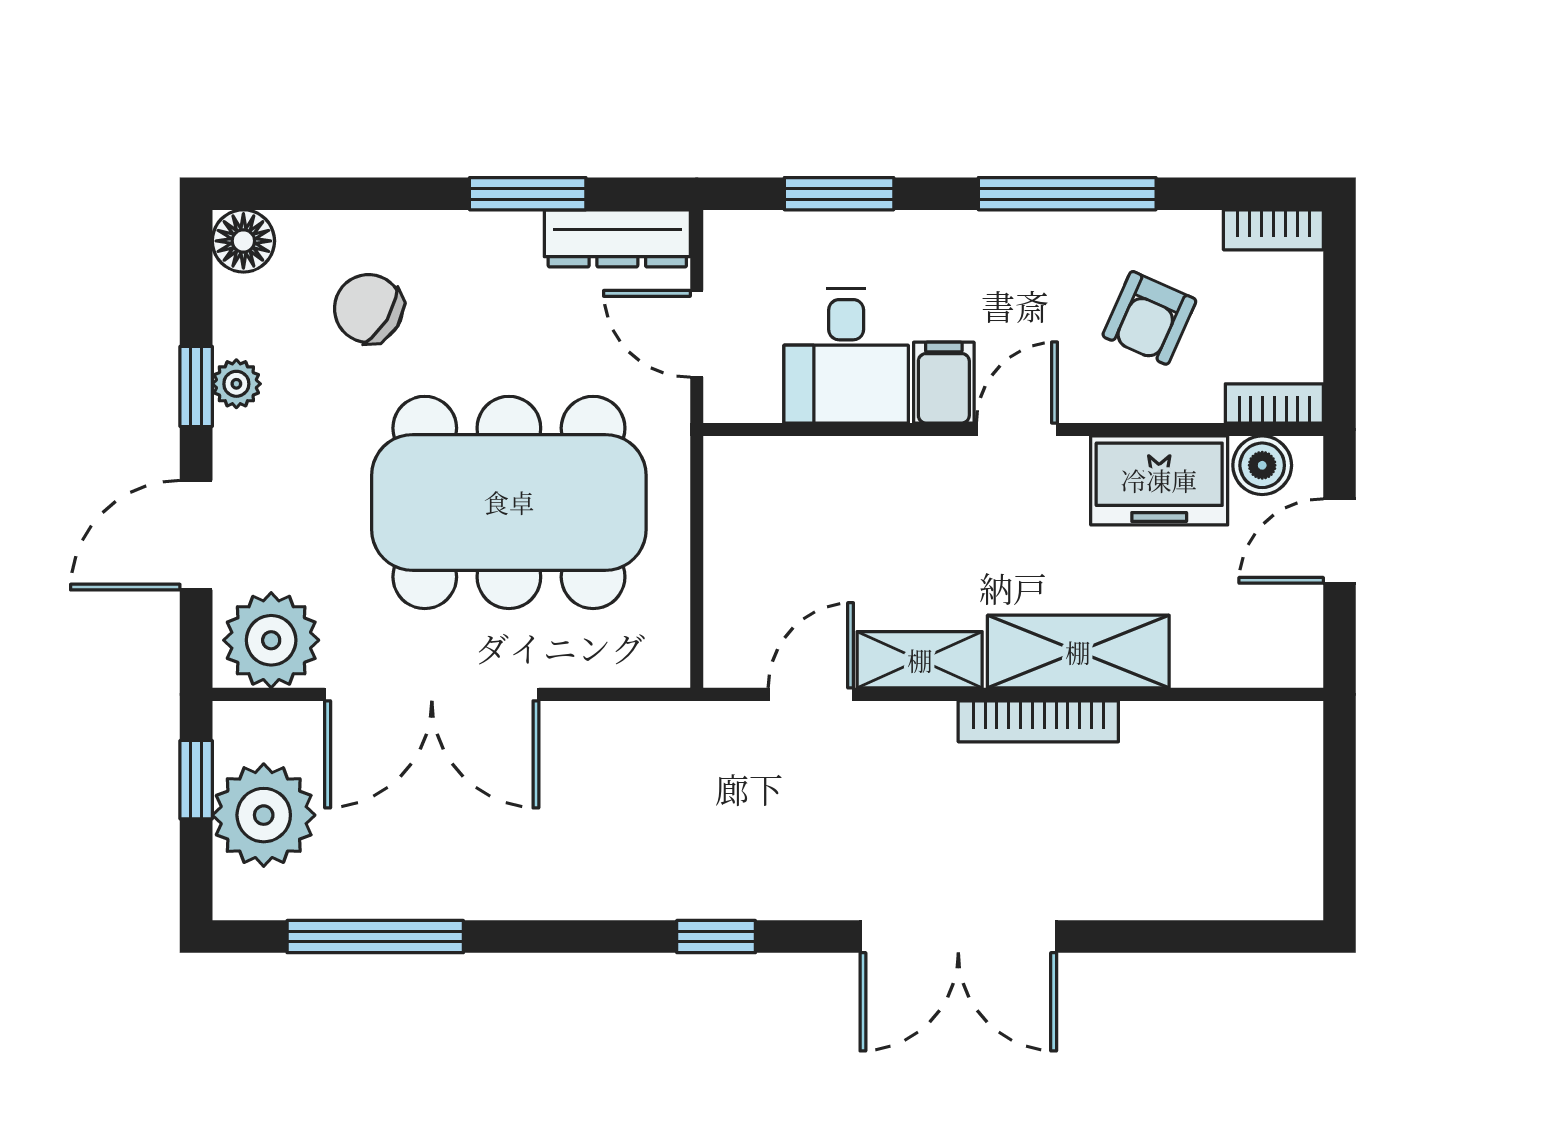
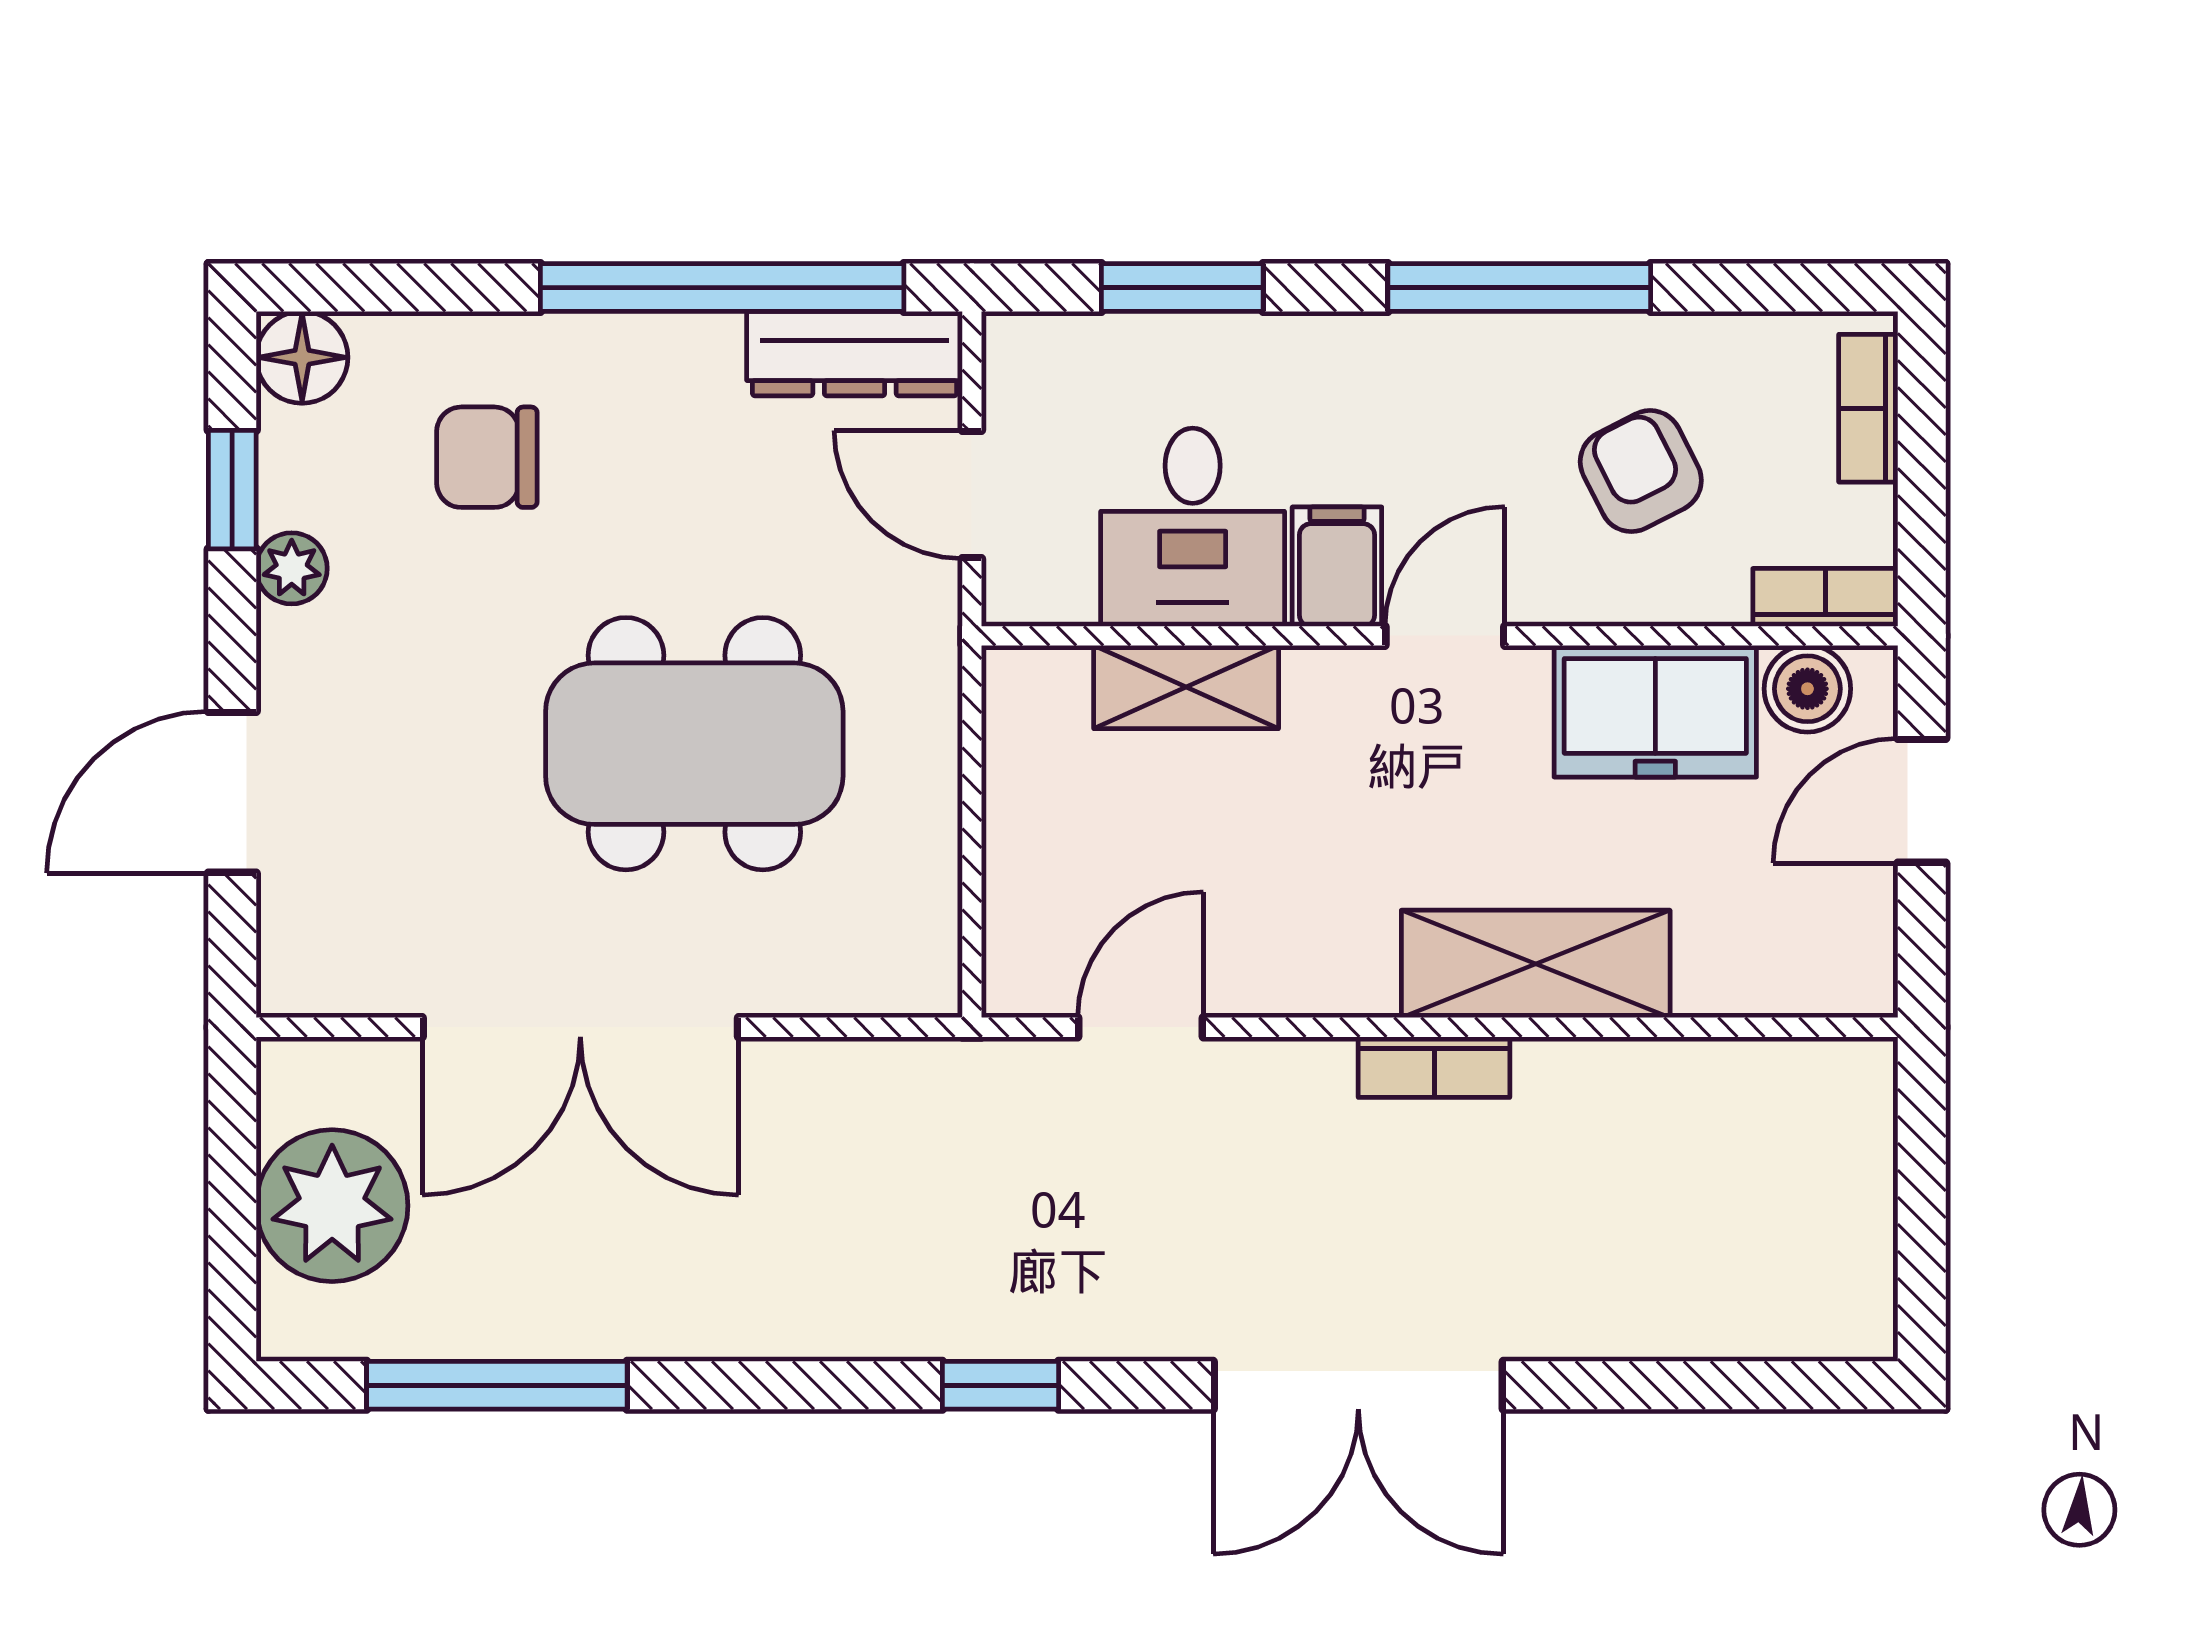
window: (528, 194) -> (722, 288), width x2.11
bookcase: (1273, 230) -> (1868, 408), moved, turned 90
chair: (369, 309) -> (487, 457), turned -31
armchair: (1149, 318) -> (1641, 471), turned 129
window: (196, 386) -> (232, 490), moved
dining table: (509, 502) -> (694, 744), width x0.73, depth x0.80
plant: (271, 640) -> (343, 947), removed
shelving: (920, 660) -> (1186, 687), moved
bookcase: (1038, 721) -> (1434, 1067), width x0.64
window: (196, 780) -> (232, 1153), removed

